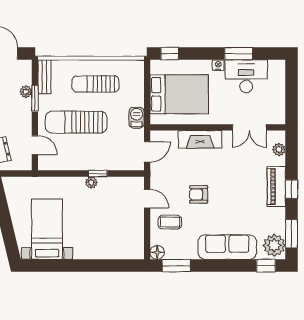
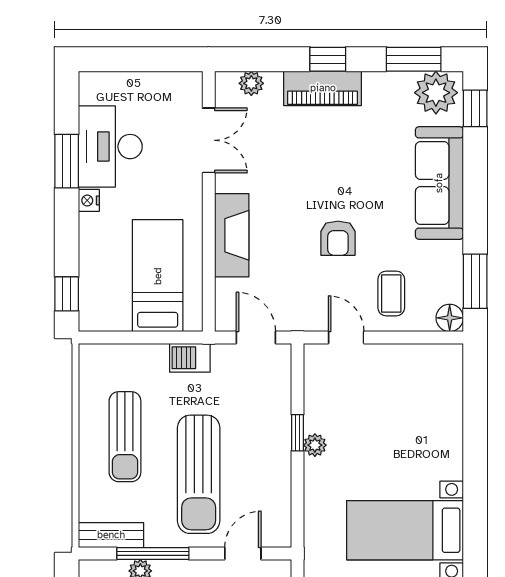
bed: (179, 94) -> (158, 276), width x0.67
window: (35, 98) -> (153, 554), width x1.44
door: (147, 199) -> (346, 337), hinge flipped

